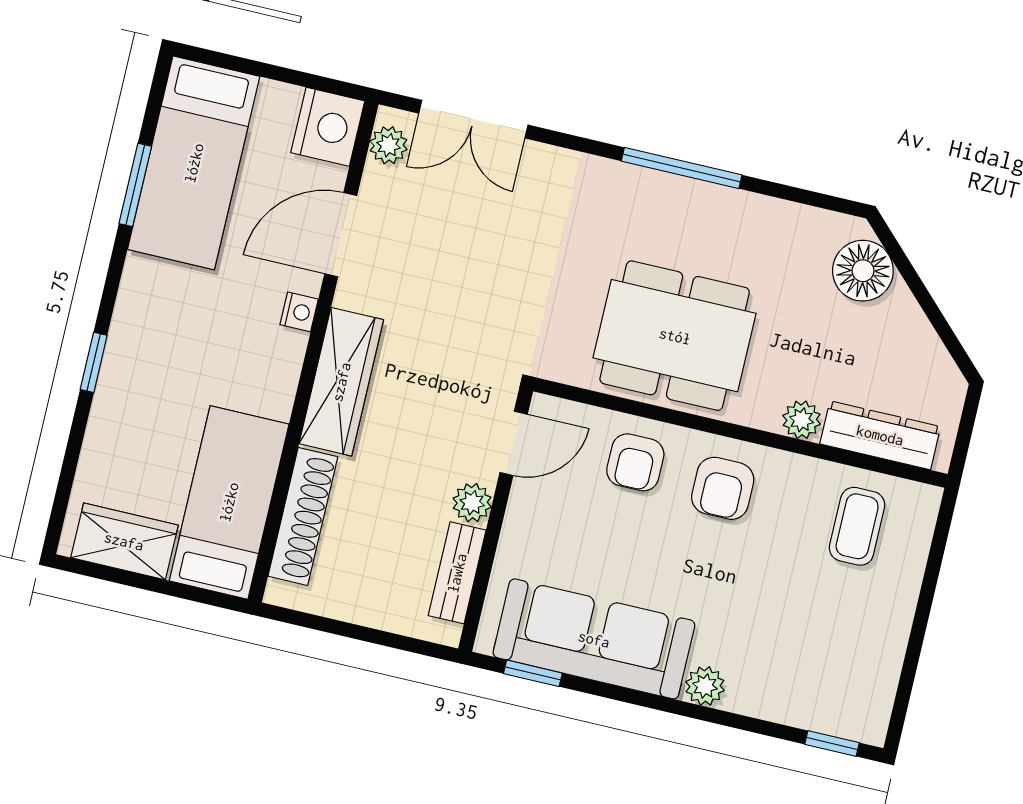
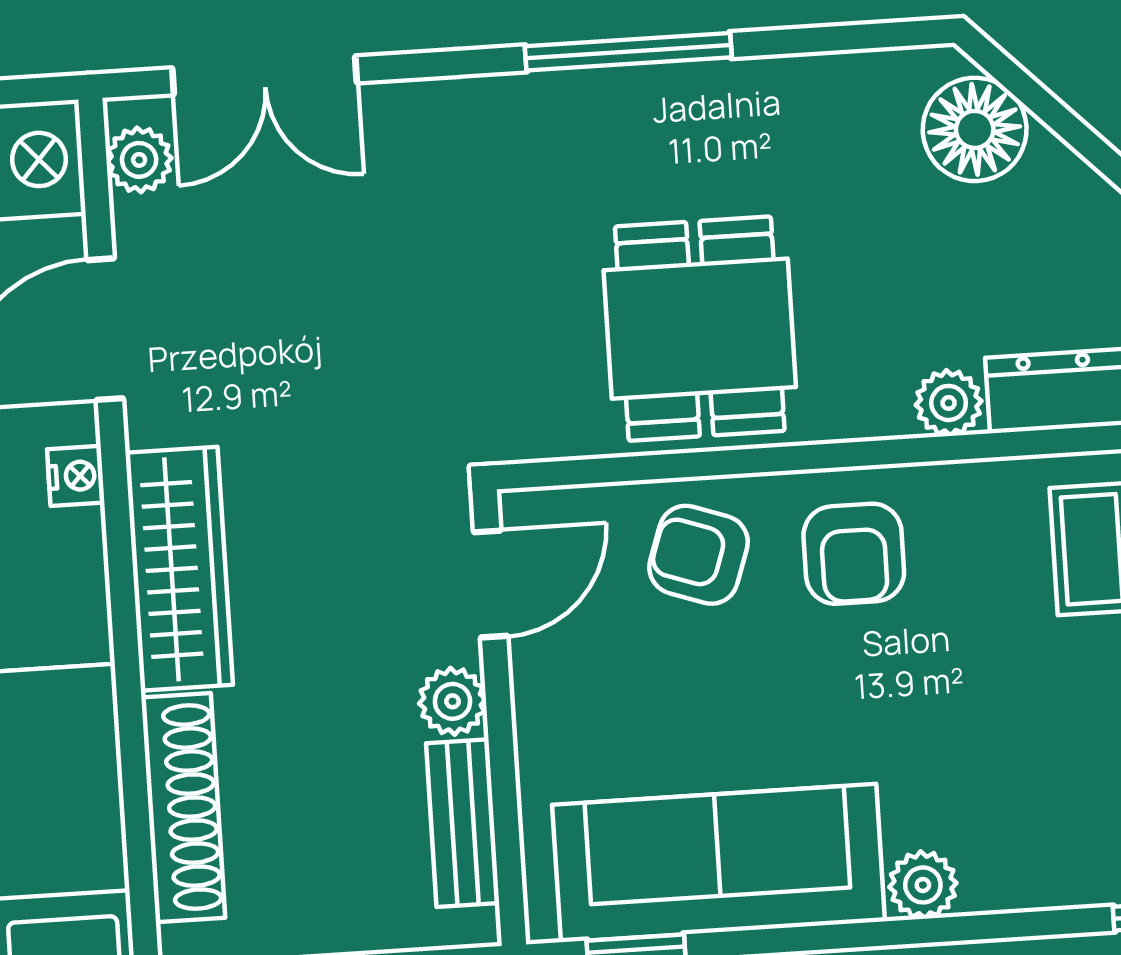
dining table: (675, 336) -> (700, 329), width x0.73
armchair: (635, 462) -> (699, 555), turned 109

